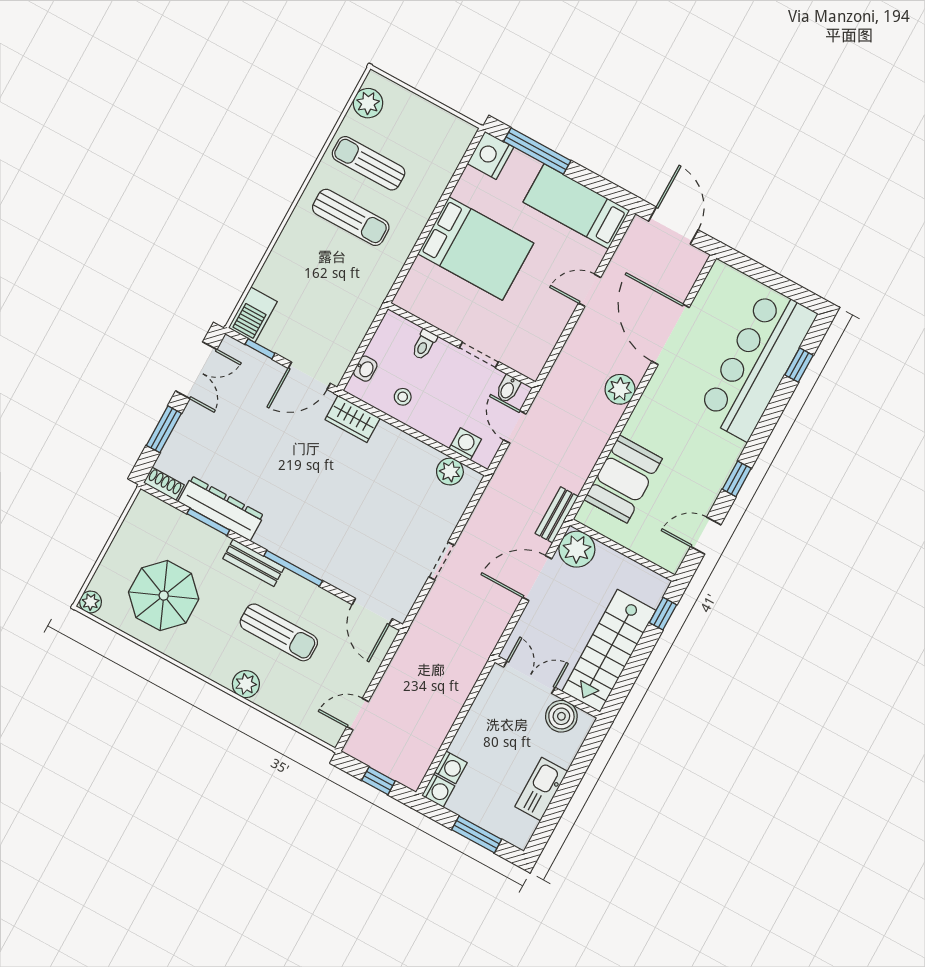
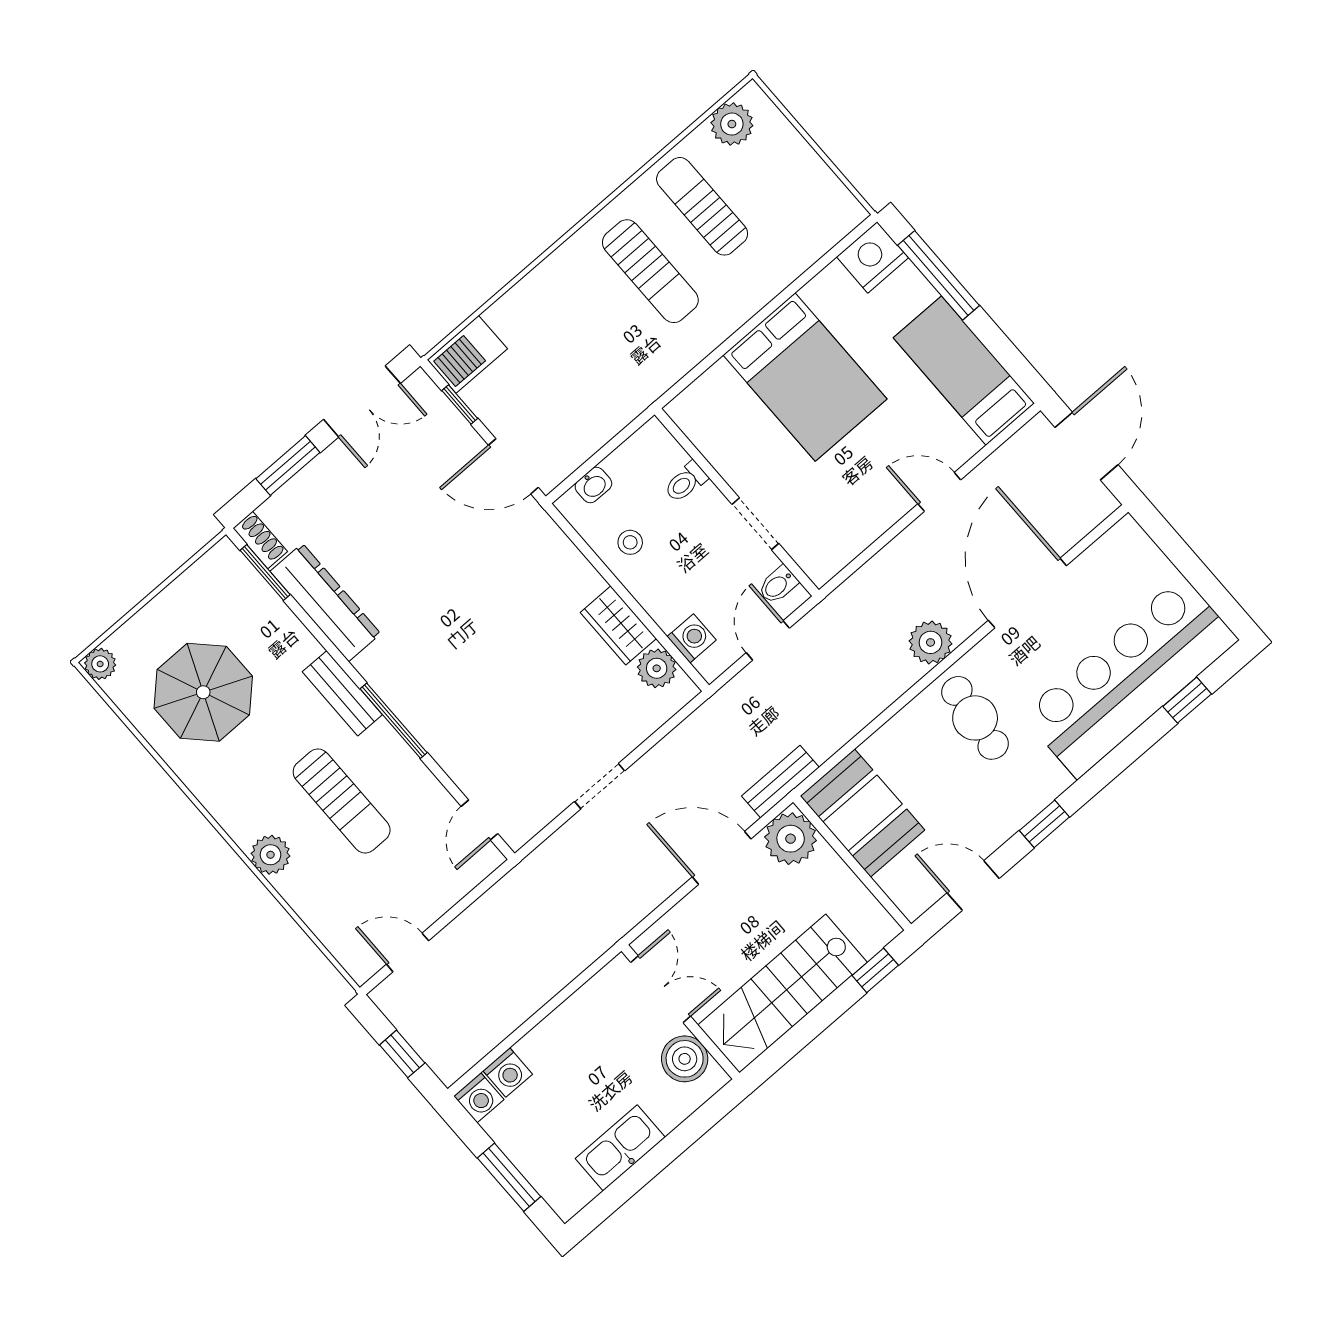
wardrobe: (353, 419) -> (618, 625), moved
cafe table: (667, 427) -> (975, 718), added
booth: (623, 479) -> (862, 813), moved, turned 90
window: (208, 522) -> (265, 572), moved
door: (372, 612) -> (480, 820), width x0.73

